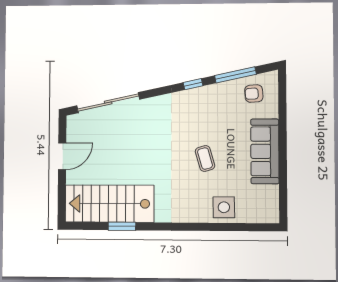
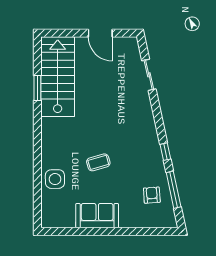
armchair: (254, 94) -> (152, 195), moved
sliding door: (108, 103) -> (149, 75), width x0.54
sofa: (265, 151) -> (97, 216), width x0.73

